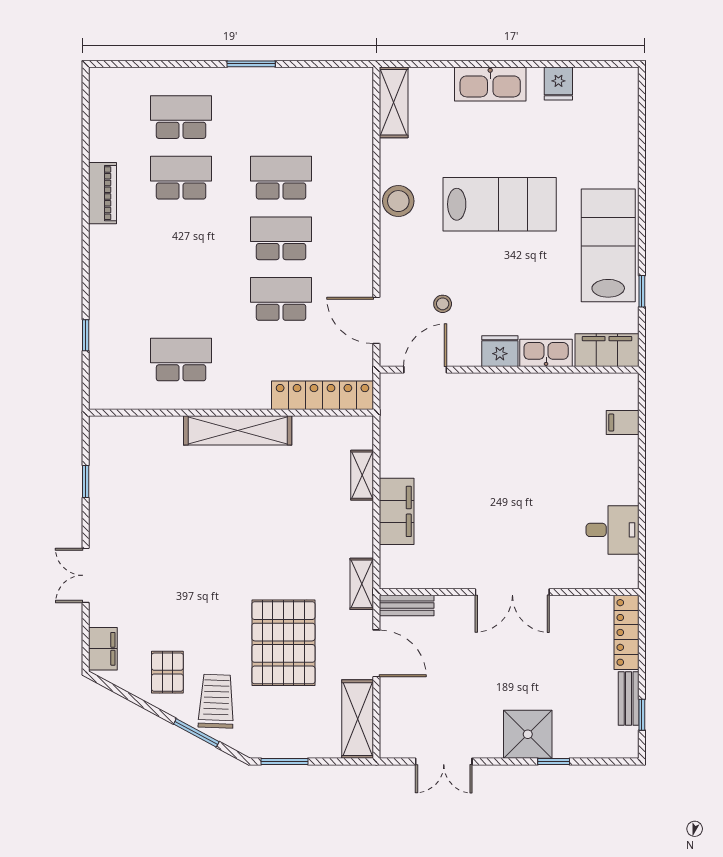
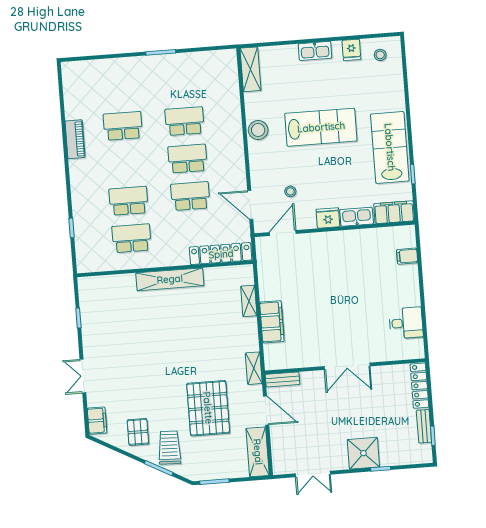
kitchen sink: (490, 84) -> (315, 51), width x0.73, depth x0.81
stool: (604, 95) -> (380, 55), added
school desk: (181, 117) -> (129, 201), moved

